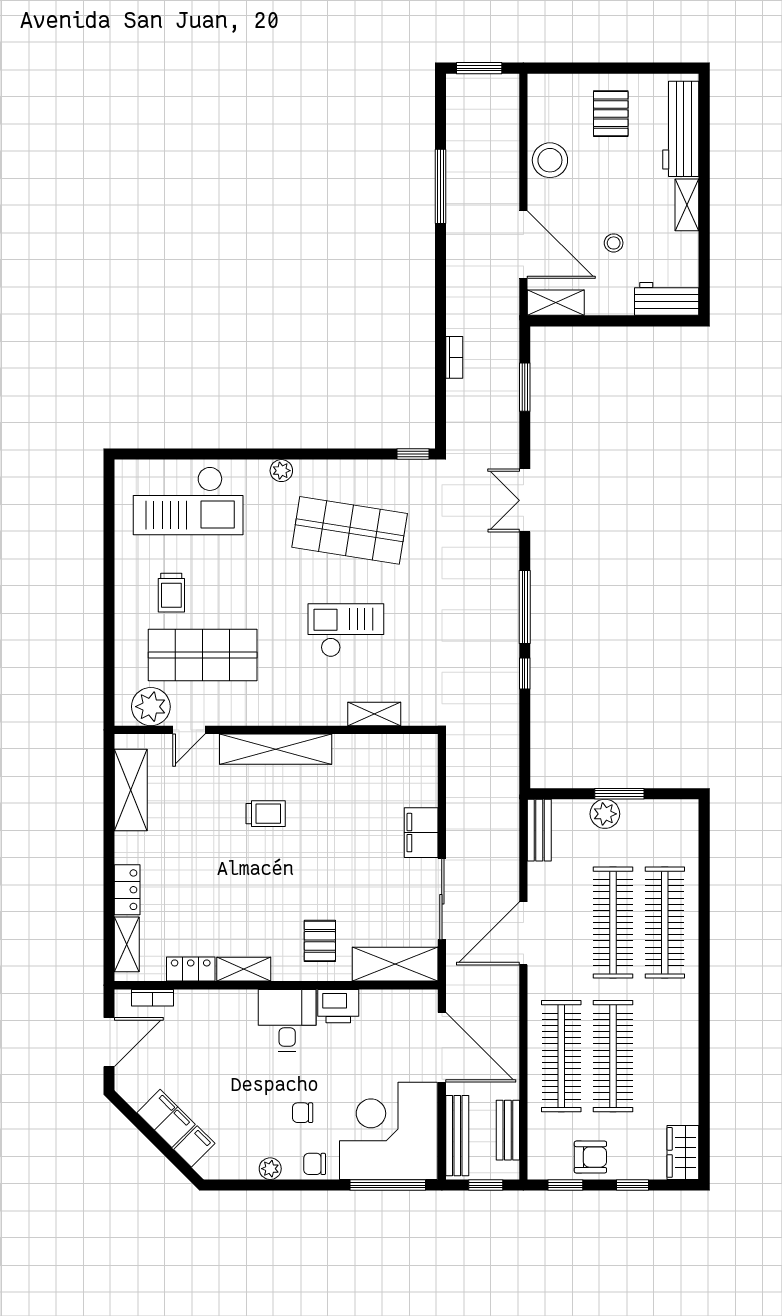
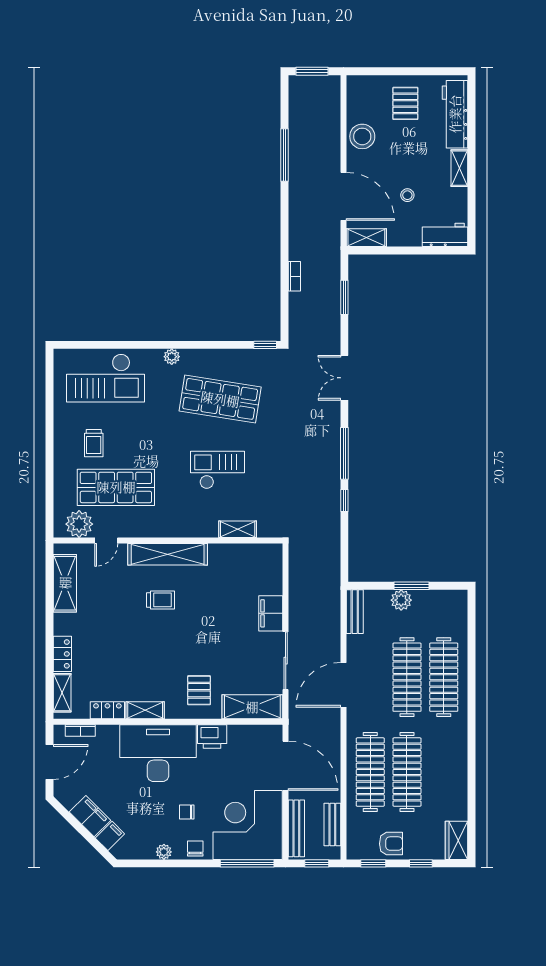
desk: (287, 1020) -> (158, 753), width x1.87, depth x1.30
chair: (315, 1164) -> (195, 848), turned 90

